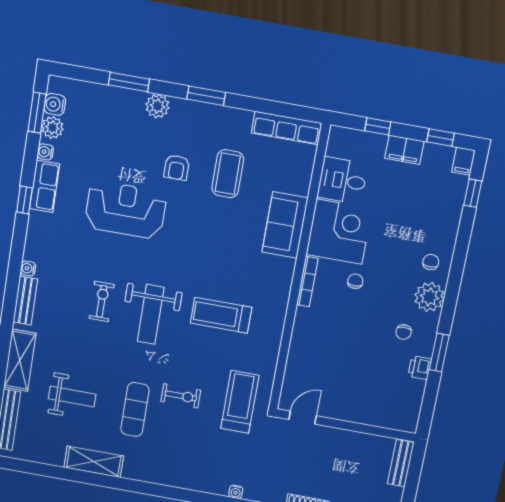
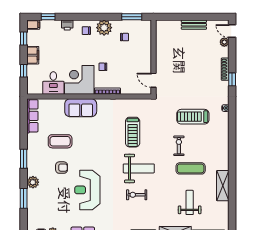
printer: (420, 368) -> (67, 25), moved
treadmill: (240, 402) -> (193, 117), moved
door: (303, 418) -> (153, 80), moved
wall: (346, 425) -> (153, 57), moved

